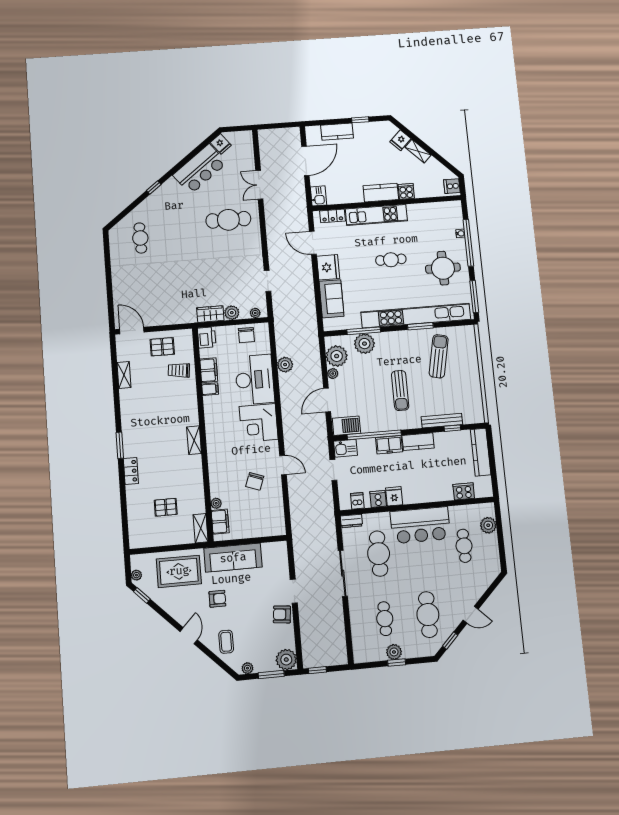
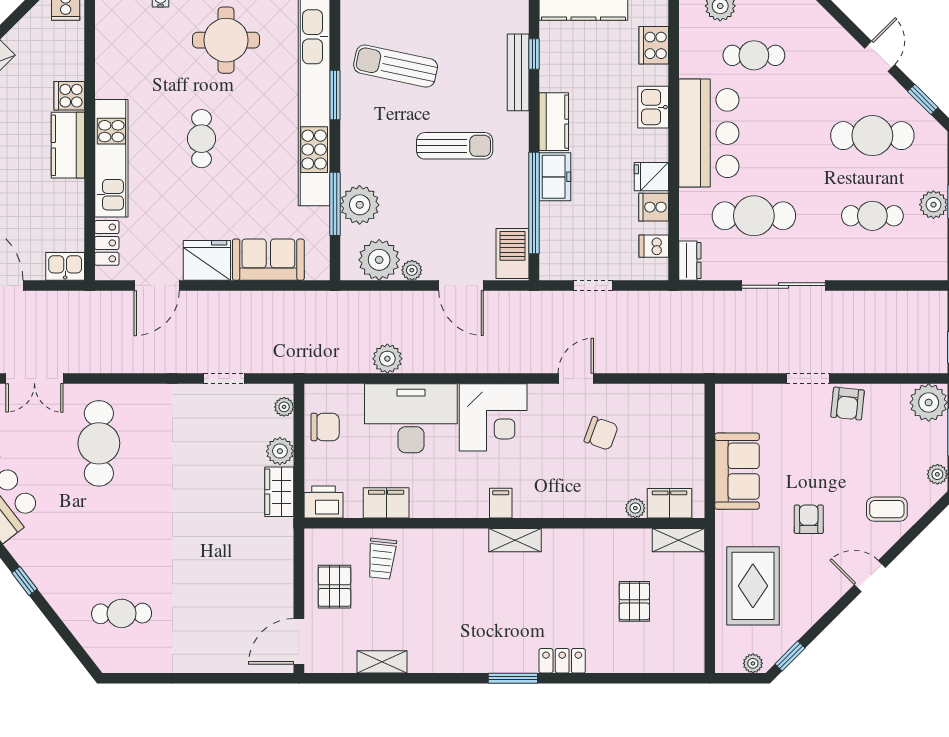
filing cabinet: (210, 389) -> (501, 503), moved
kitchen sink: (345, 448) -> (653, 107), moved, turned 180
sofa: (233, 558) -> (737, 471), width x0.73

